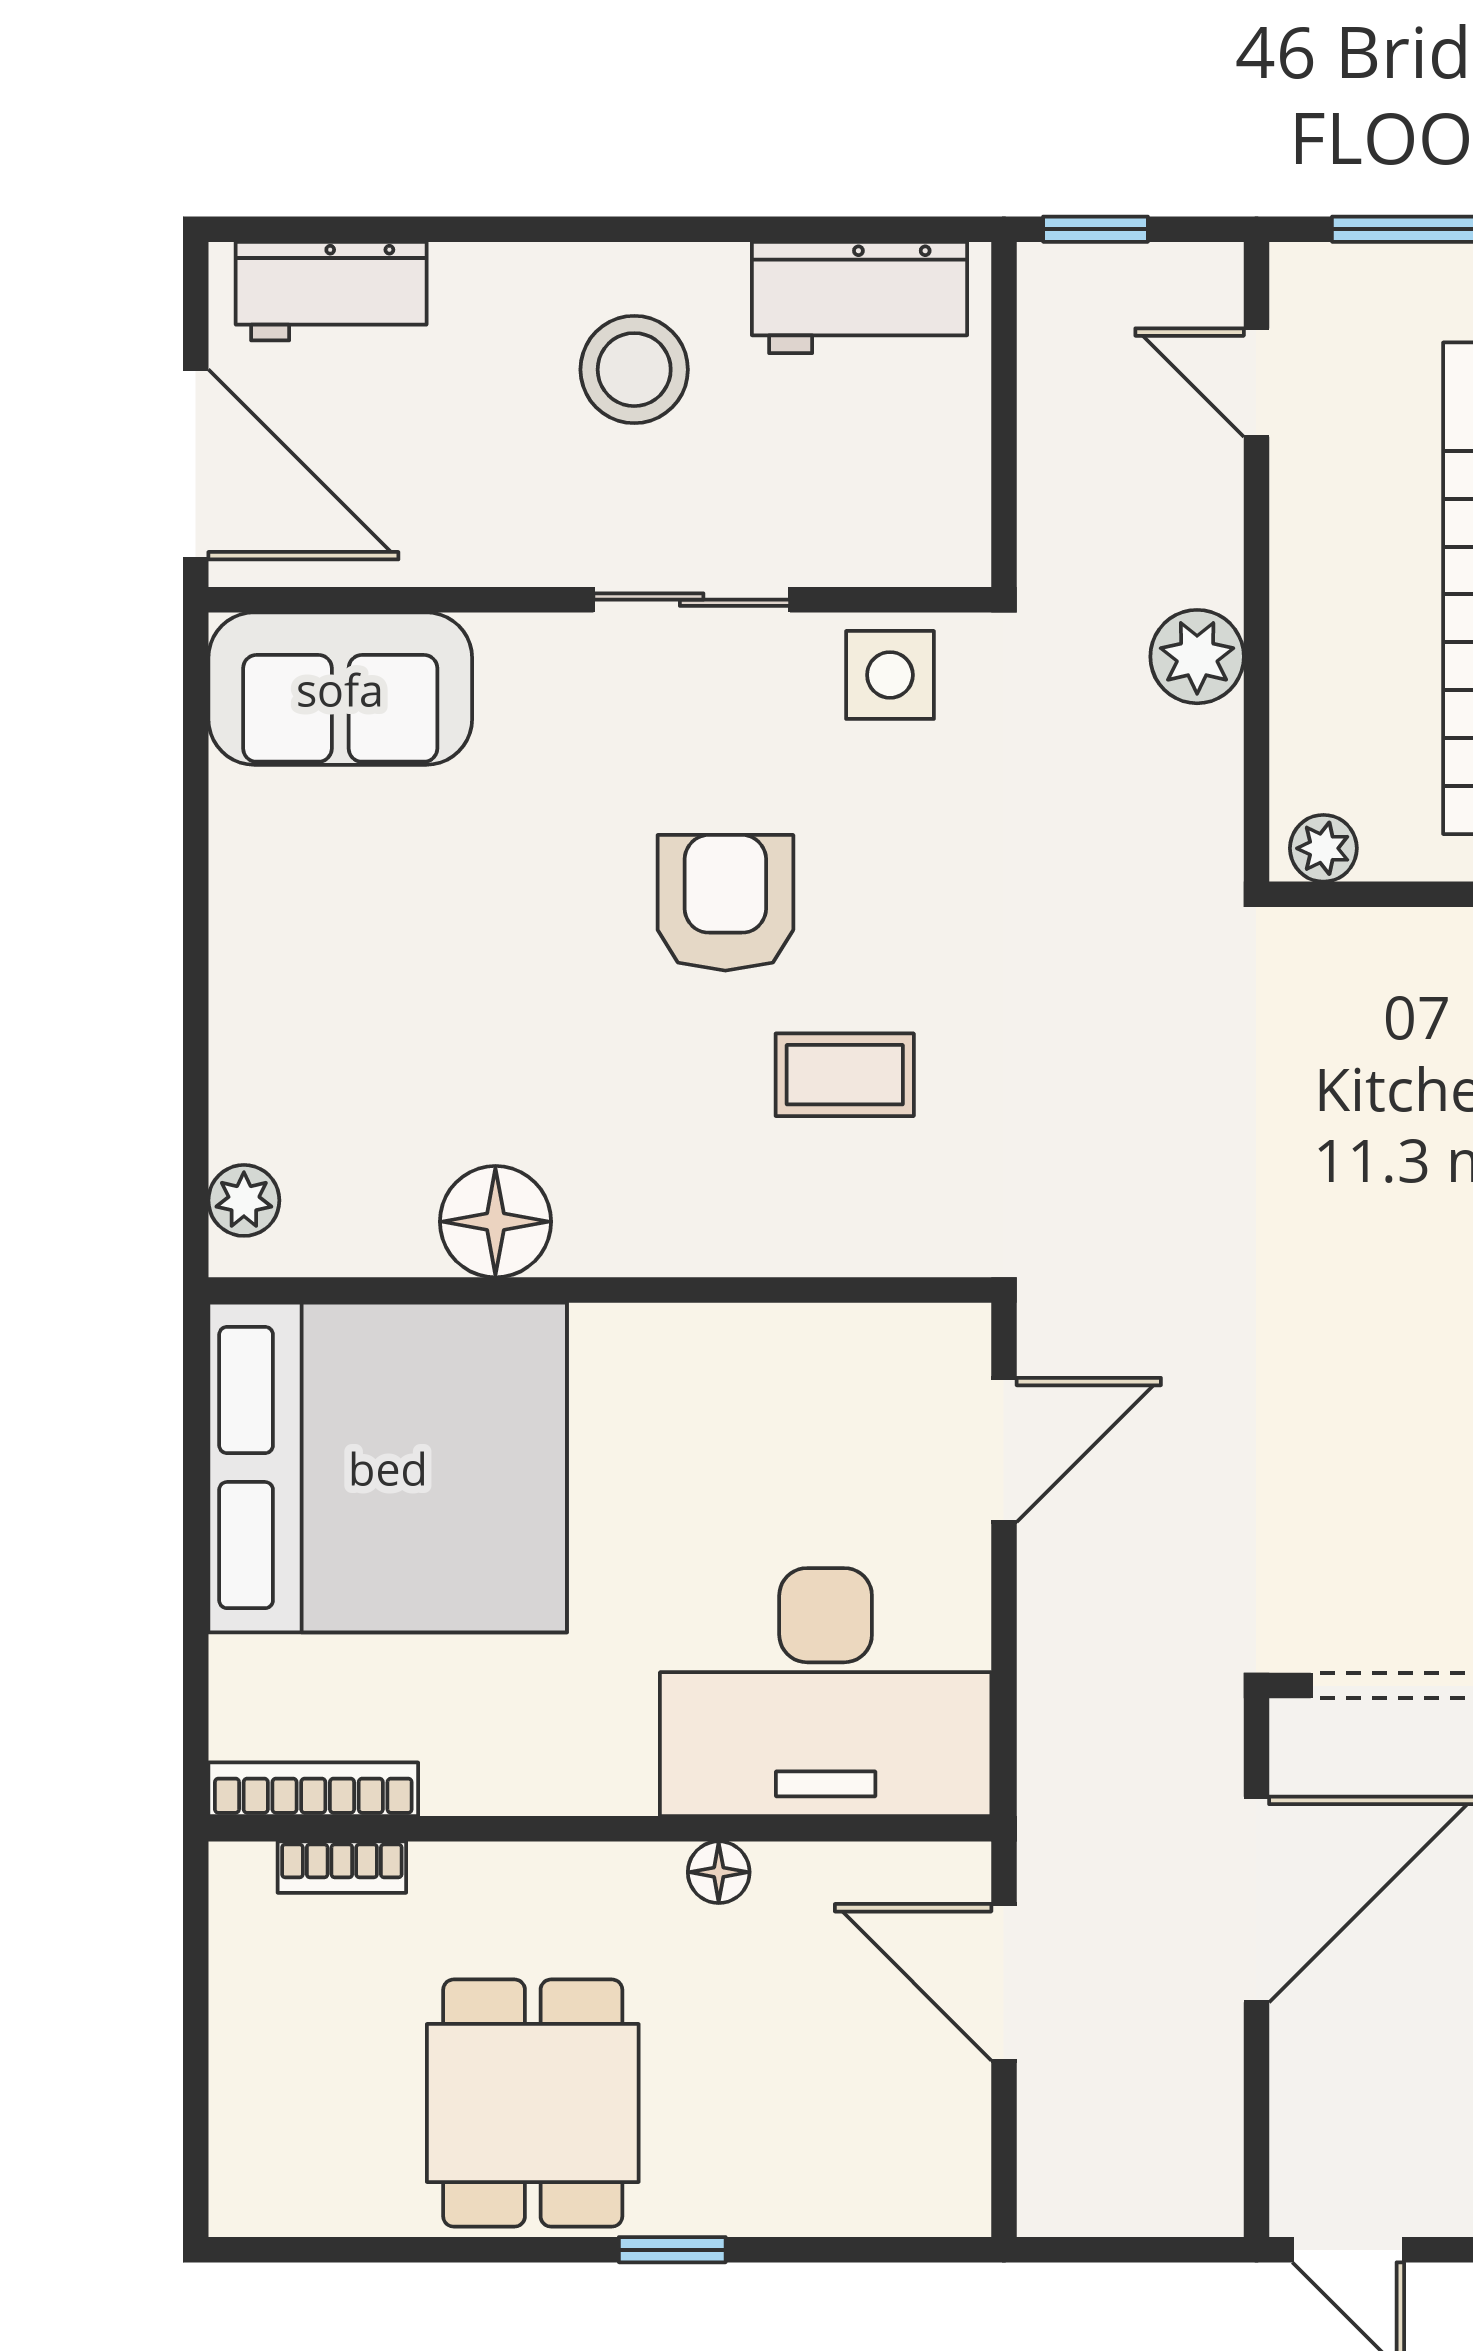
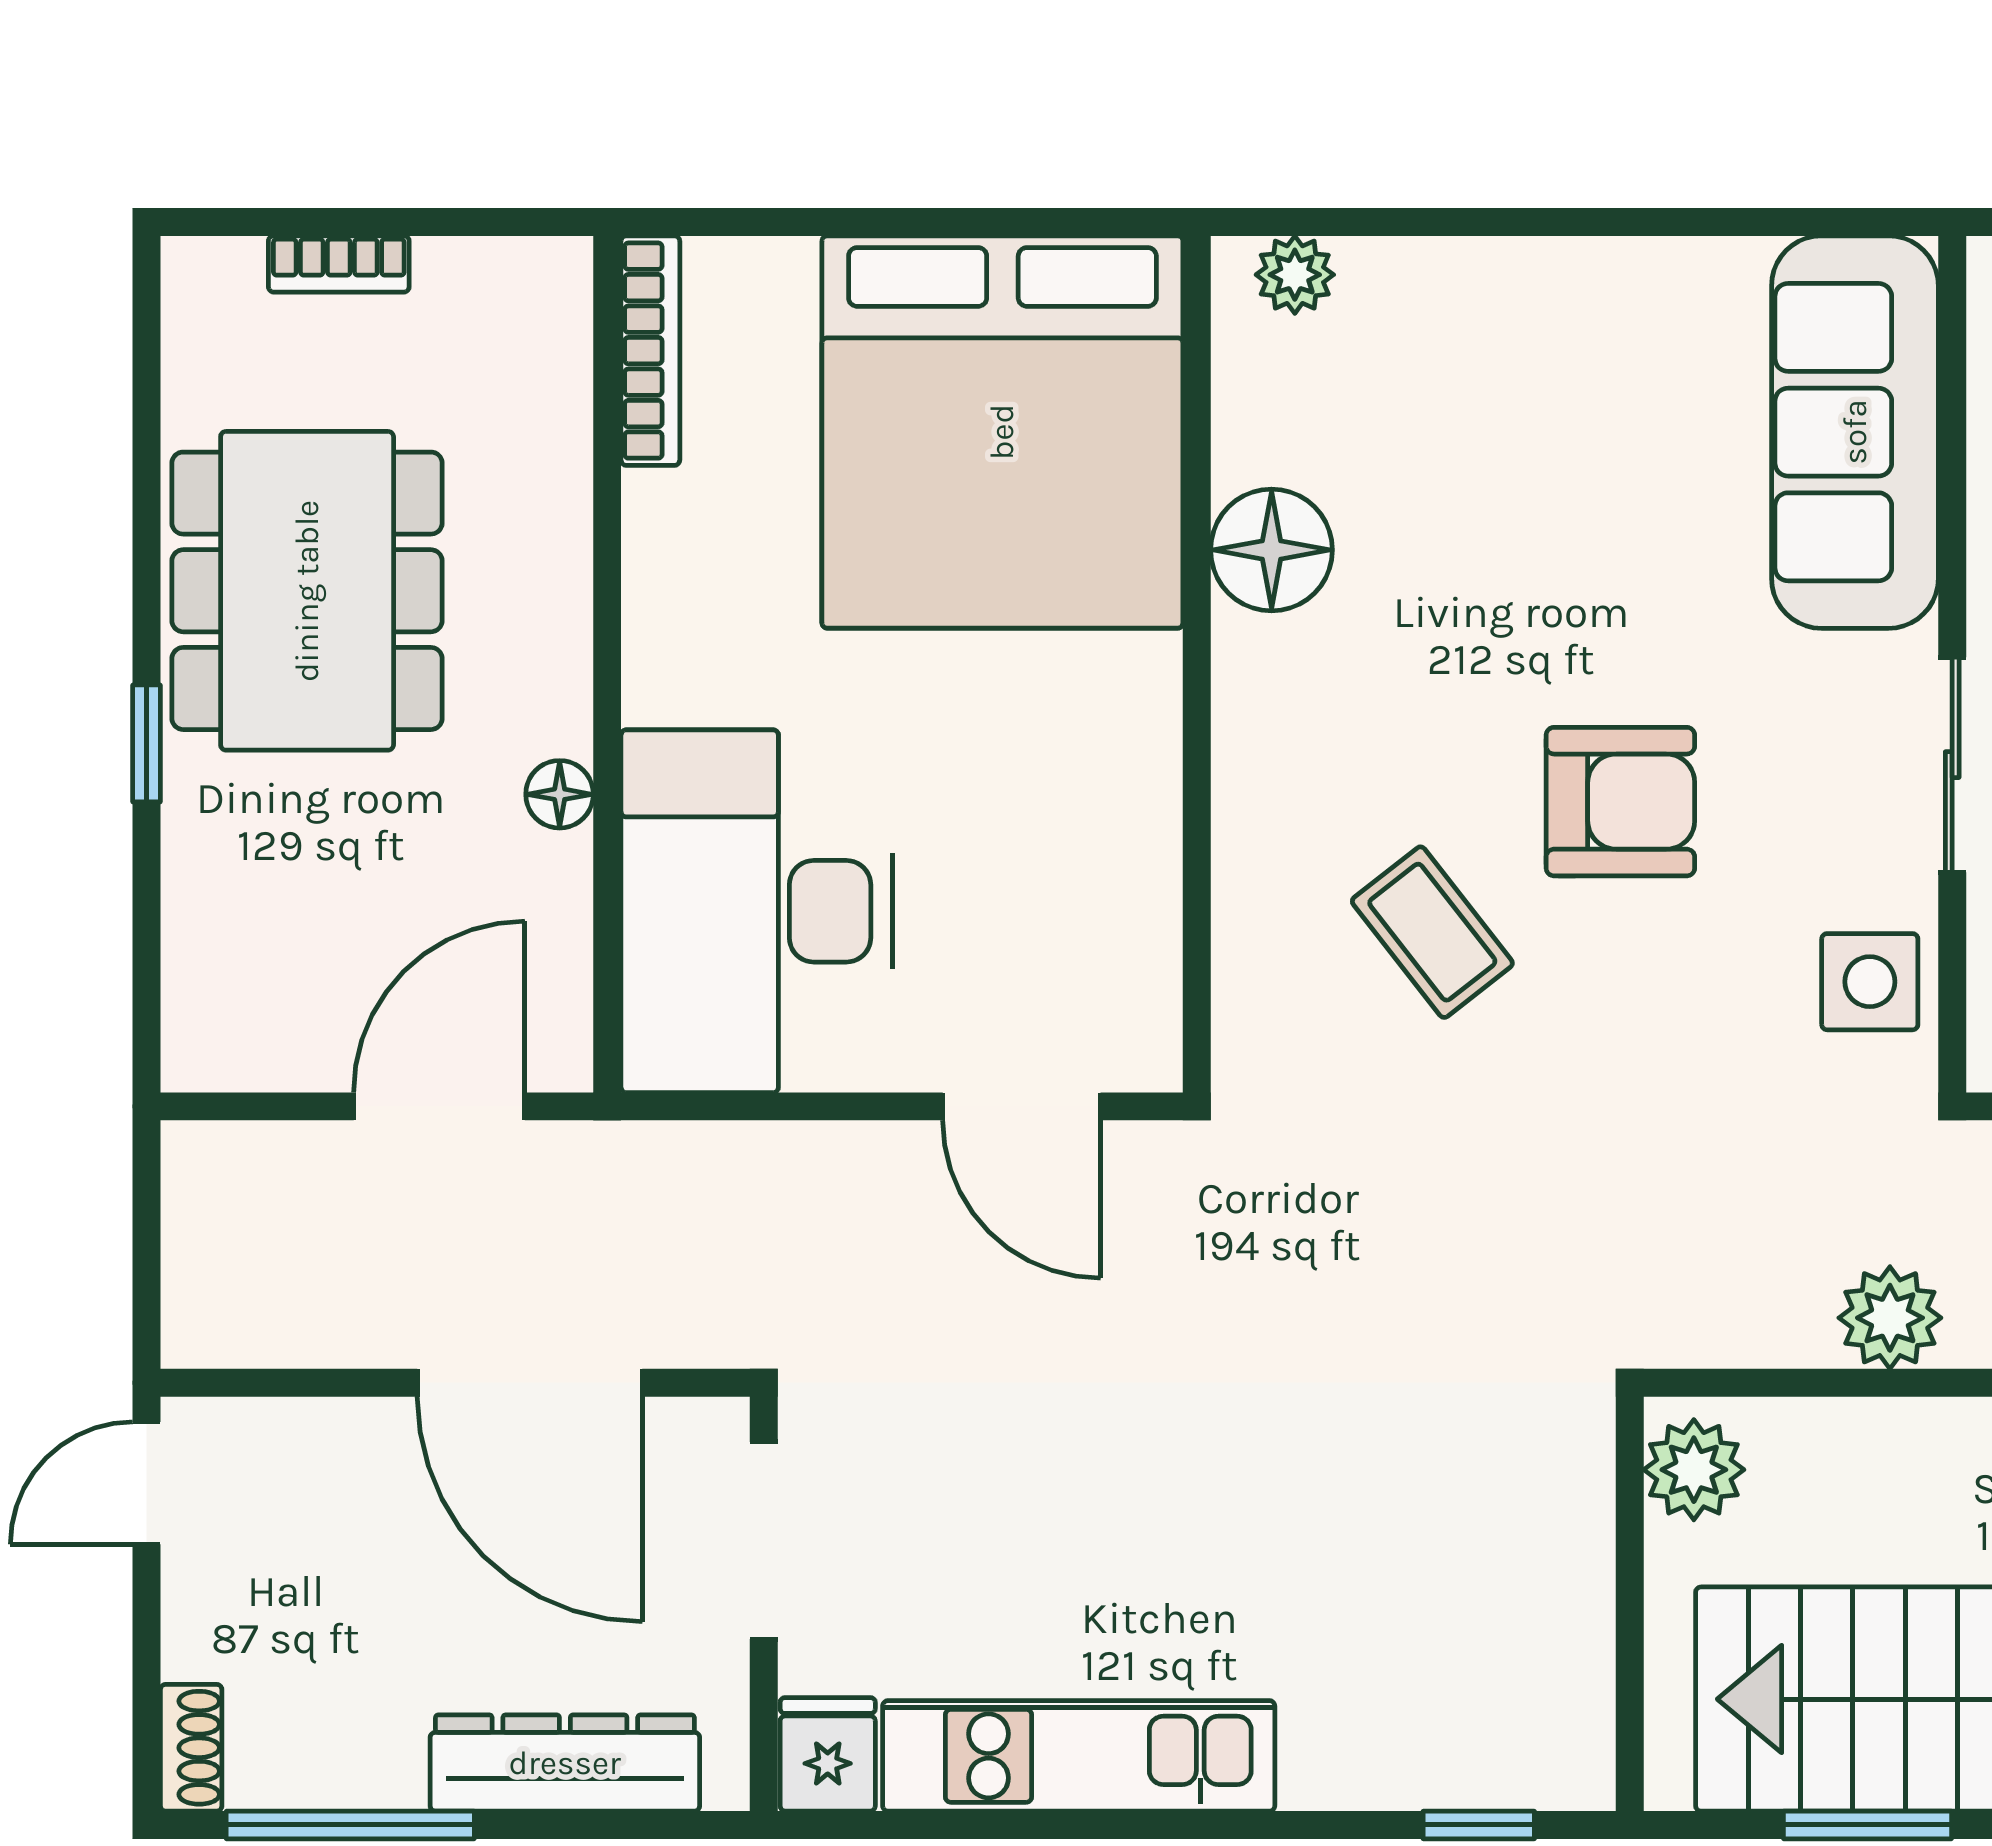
sofa: (340, 689) -> (1855, 432), width x1.36
plant: (1323, 848) -> (1694, 1470), width x1.38, depth x1.38
coffee table: (845, 1075) -> (1432, 932), turned -38
bookcase: (342, 1867) -> (339, 264), moved, turned -90
dining table: (533, 2103) -> (307, 591), width x1.38

